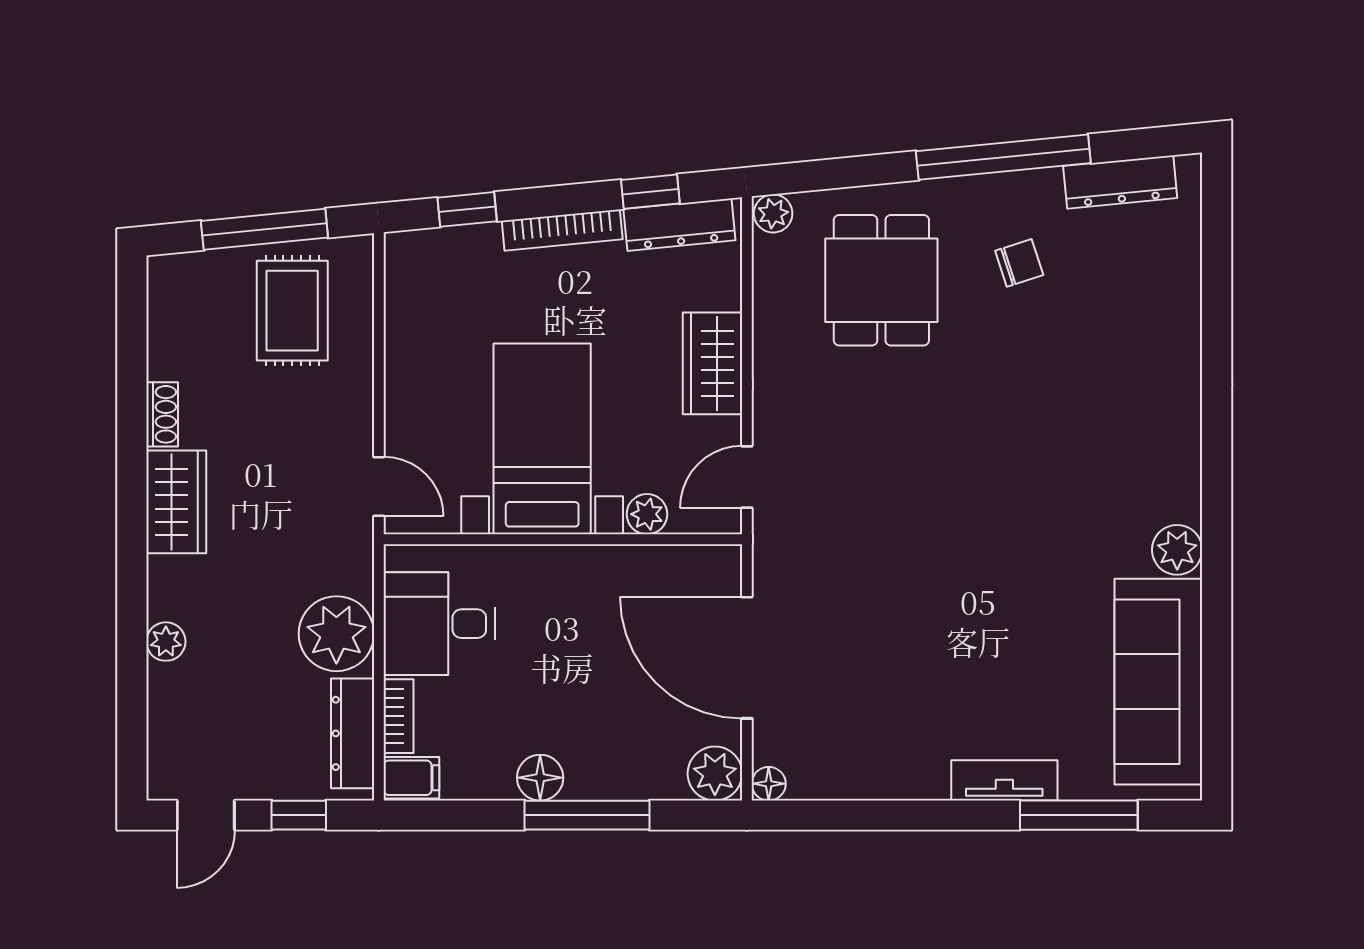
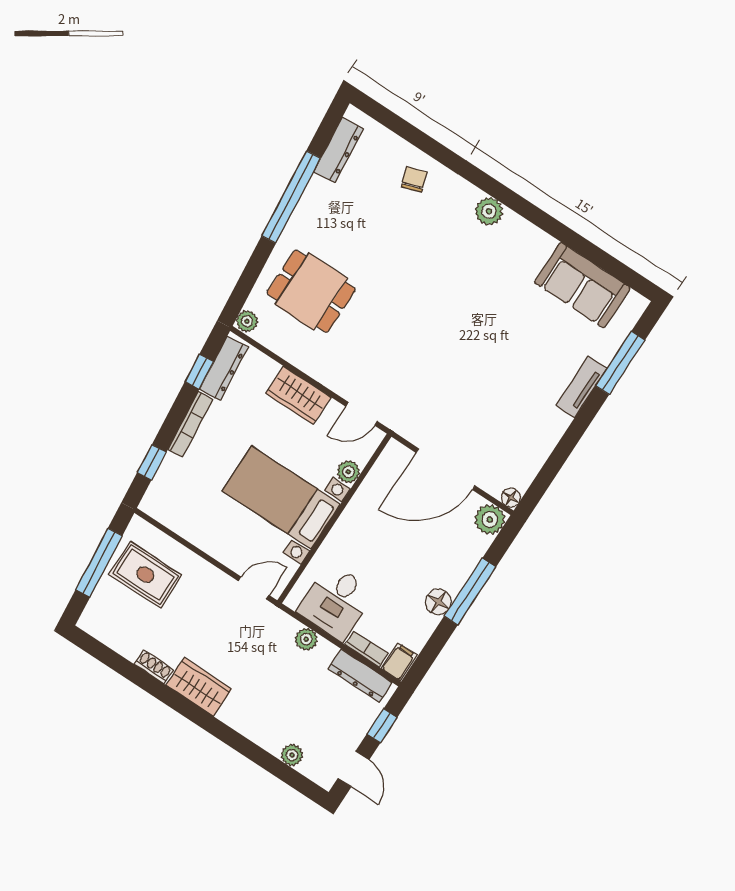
chair: (1019, 263) -> (414, 179), moved
door: (747, 477) -> (362, 414), hinge flipped
plant: (1177, 550) -> (489, 211), moved
plant: (336, 634) -> (306, 639), width x0.53, depth x0.53
plant: (166, 642) -> (292, 755), moved
sofa: (1158, 682) -> (582, 285), width x0.73

